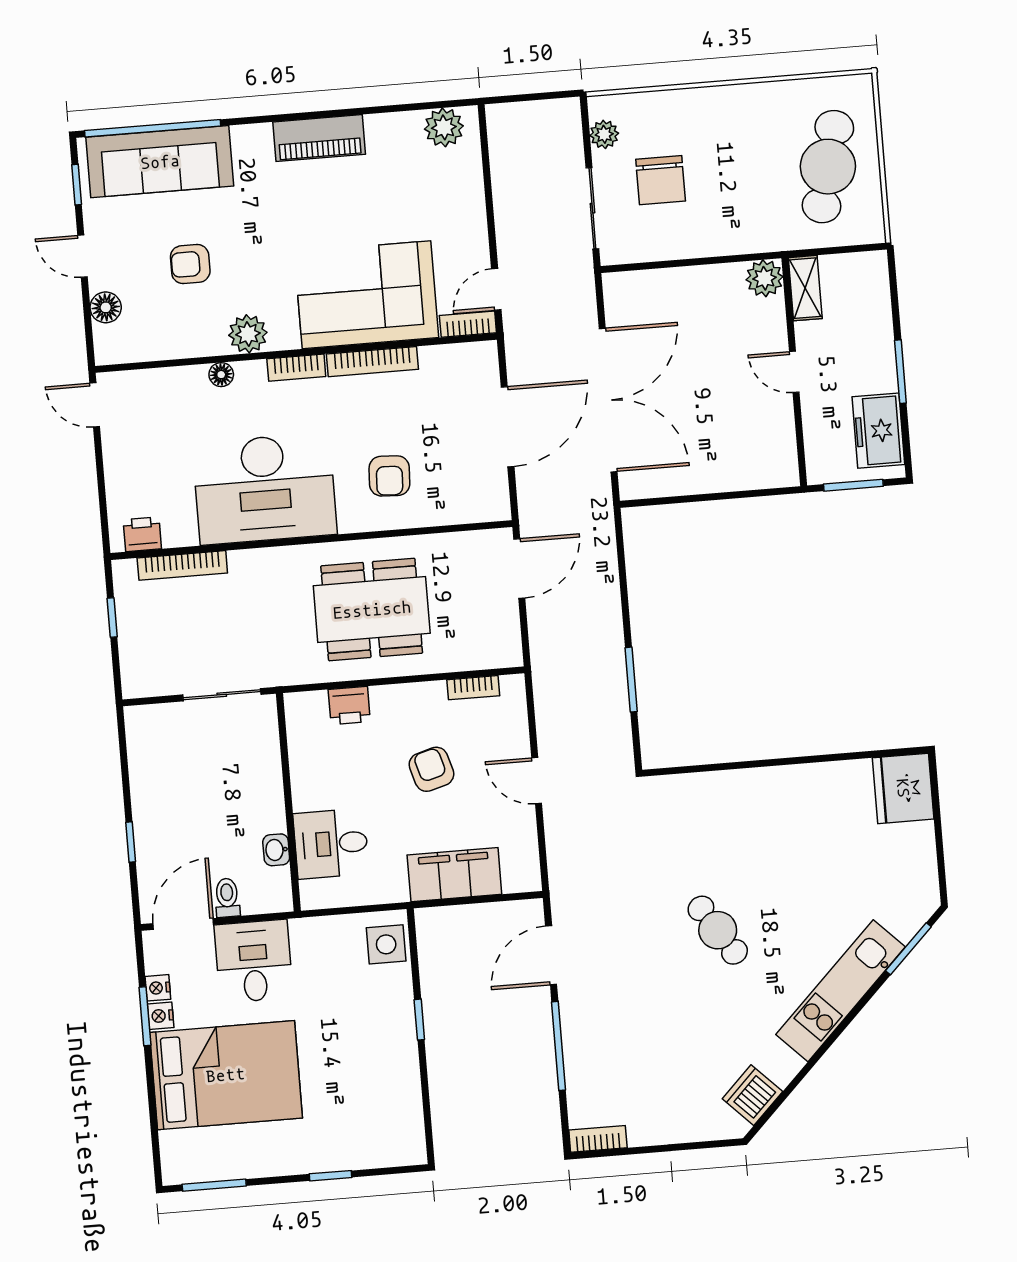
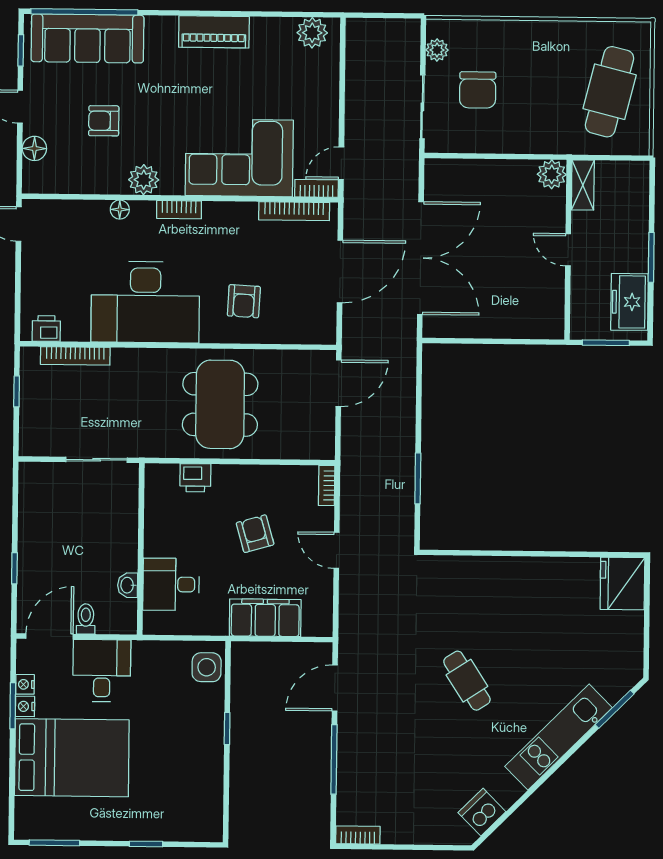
bookcase: (372, 362) -> (294, 211), moved
dining table: (372, 610) -> (220, 404), turned 90
bookcase: (473, 688) -> (327, 485), moved, turned 90

